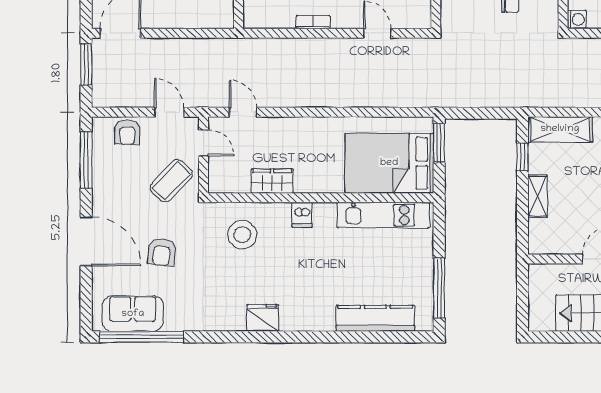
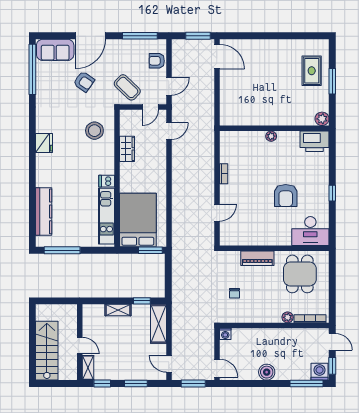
dishwasher: (302, 215) -> (107, 181), moved
armchair: (162, 252) -> (84, 82), turned -151
sofa: (133, 314) -> (55, 50), moved, turned 90

